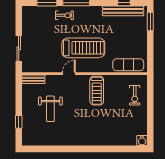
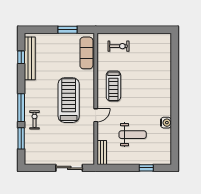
window: (150, 22) -> (67, 30), moved
door: (69, 74) -> (96, 115), swing flipped
treadmill: (97, 91) -> (113, 86), turned 90
water cooler: (142, 141) -> (166, 123), moved

